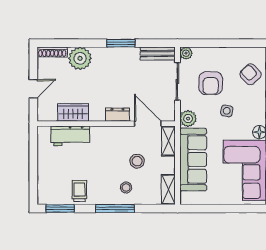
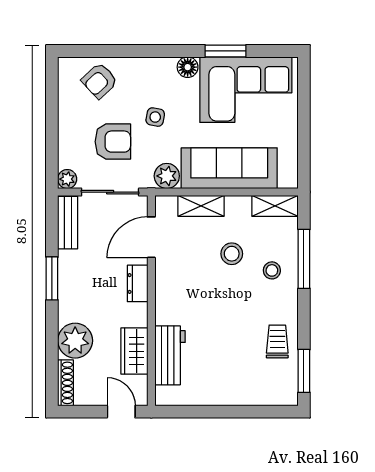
wardrobe: (73, 112) -> (134, 351), moved
dresser: (117, 115) -> (138, 283), moved
wall: (106, 124) -> (151, 301), moved
door: (148, 124) -> (151, 237), moved
workbench: (70, 136) -> (170, 355), moved
trolley: (79, 191) -> (277, 341), turned 90
window: (115, 209) -> (304, 259), moved

